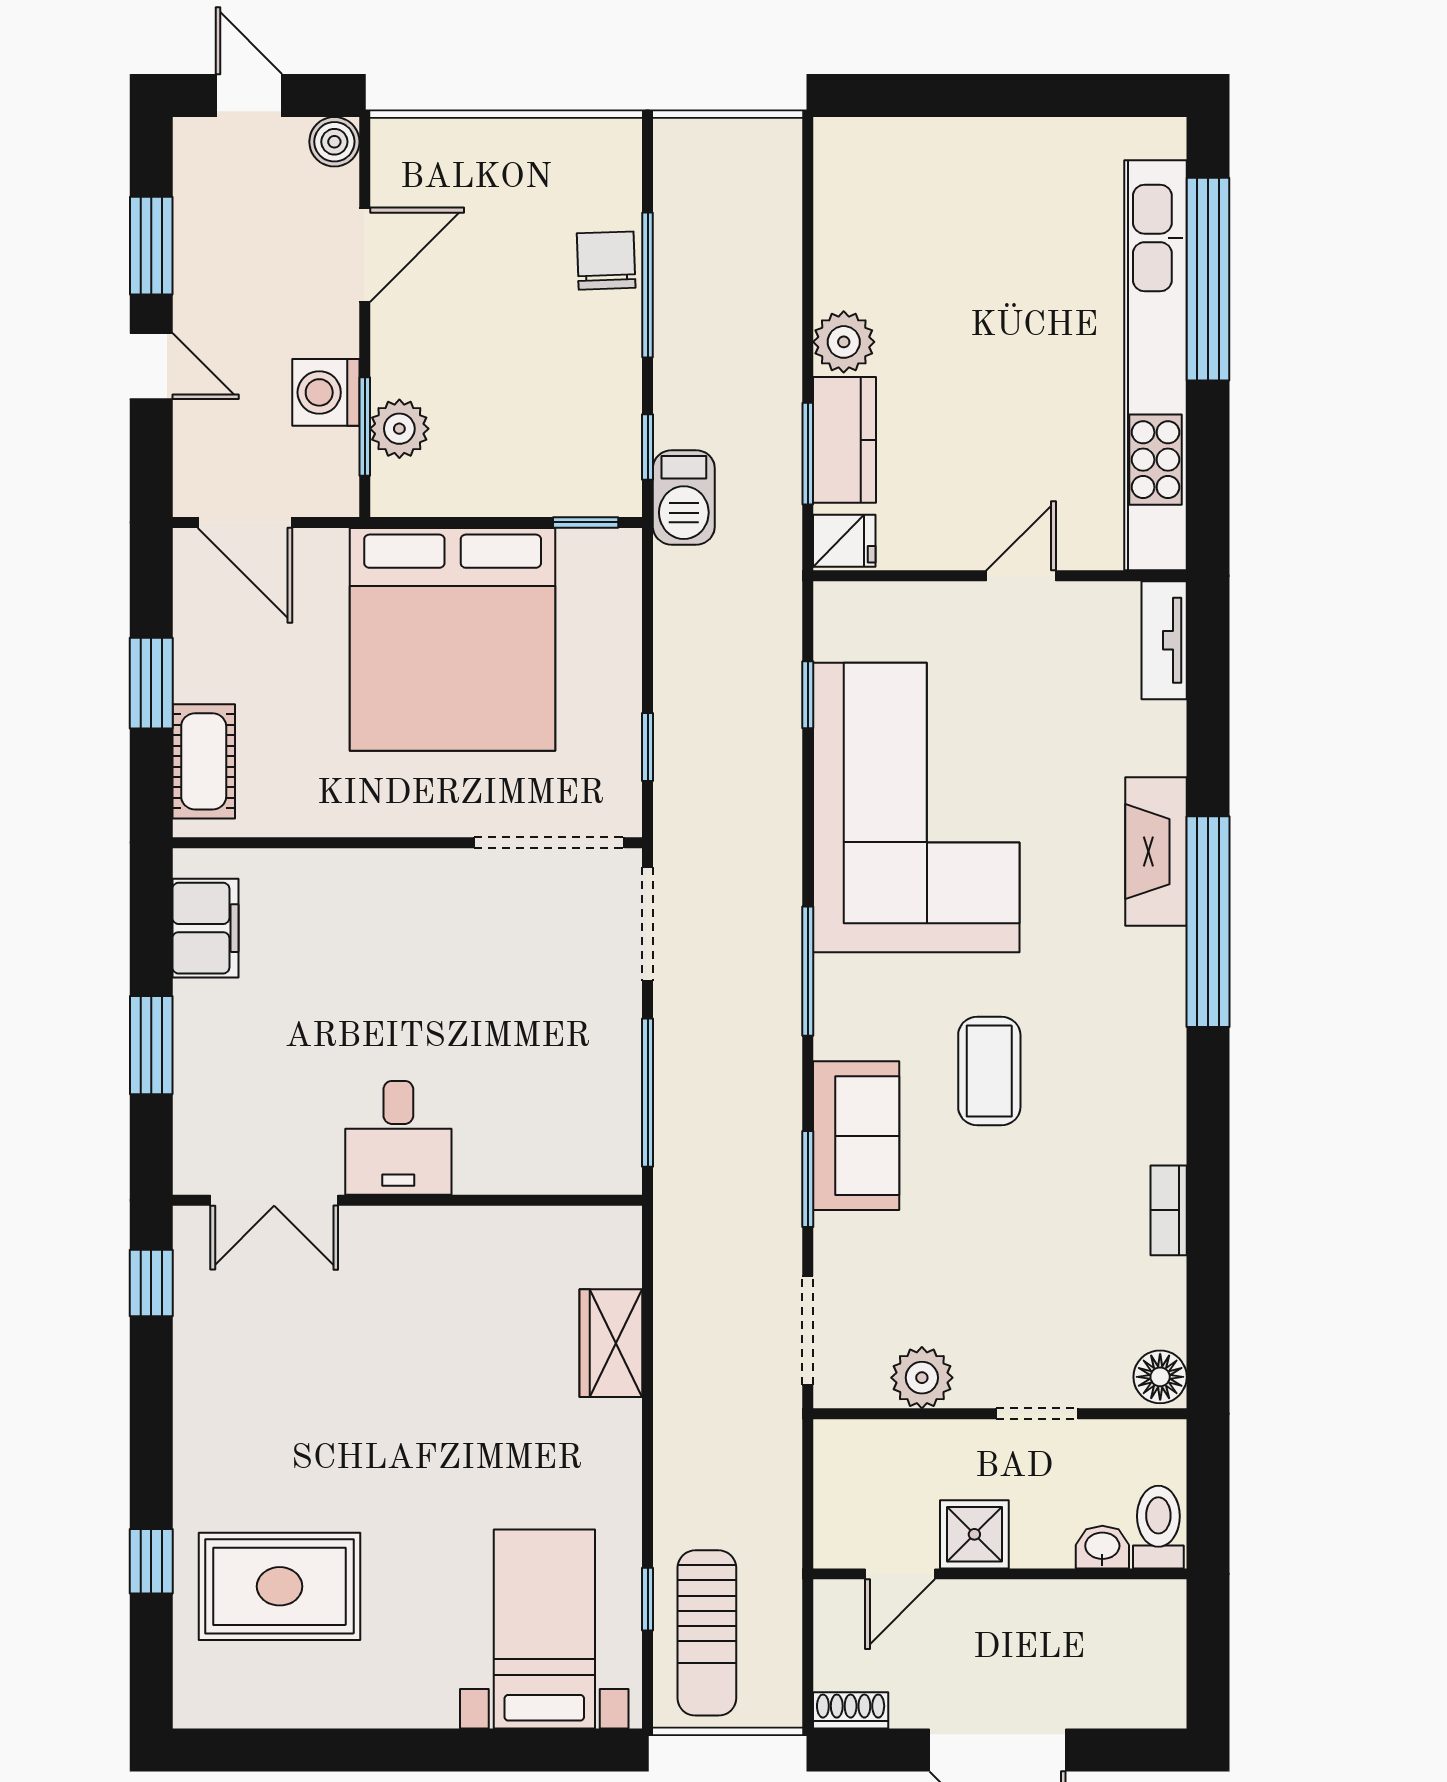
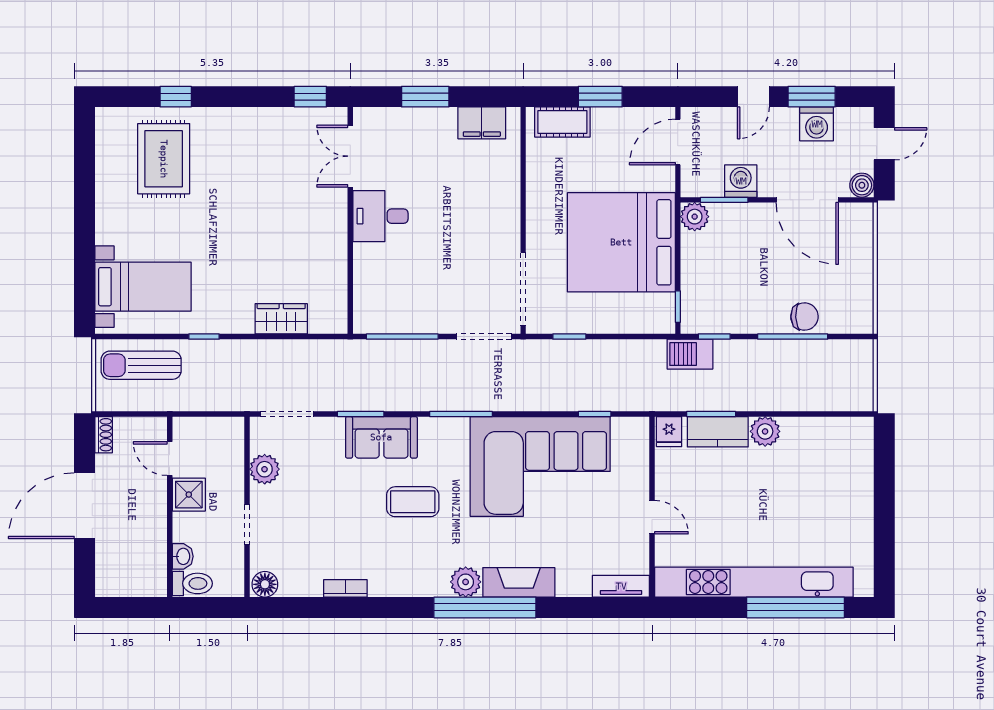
washing machine: (208, 235) -> (817, 124), added
door: (365, 255) -> (807, 200), width x1.36
plant: (399, 429) -> (695, 217), moved
plant: (1155, 962) -> (466, 582), added
window: (648, 1599) -> (204, 337), moved

